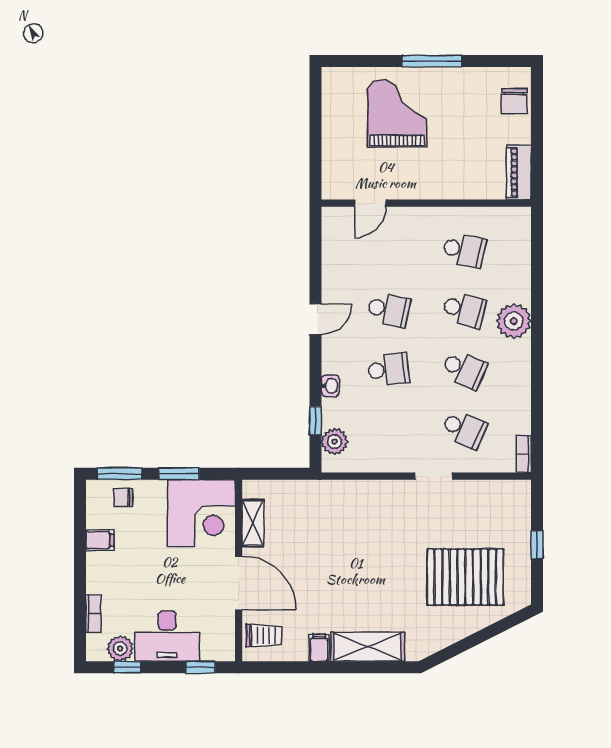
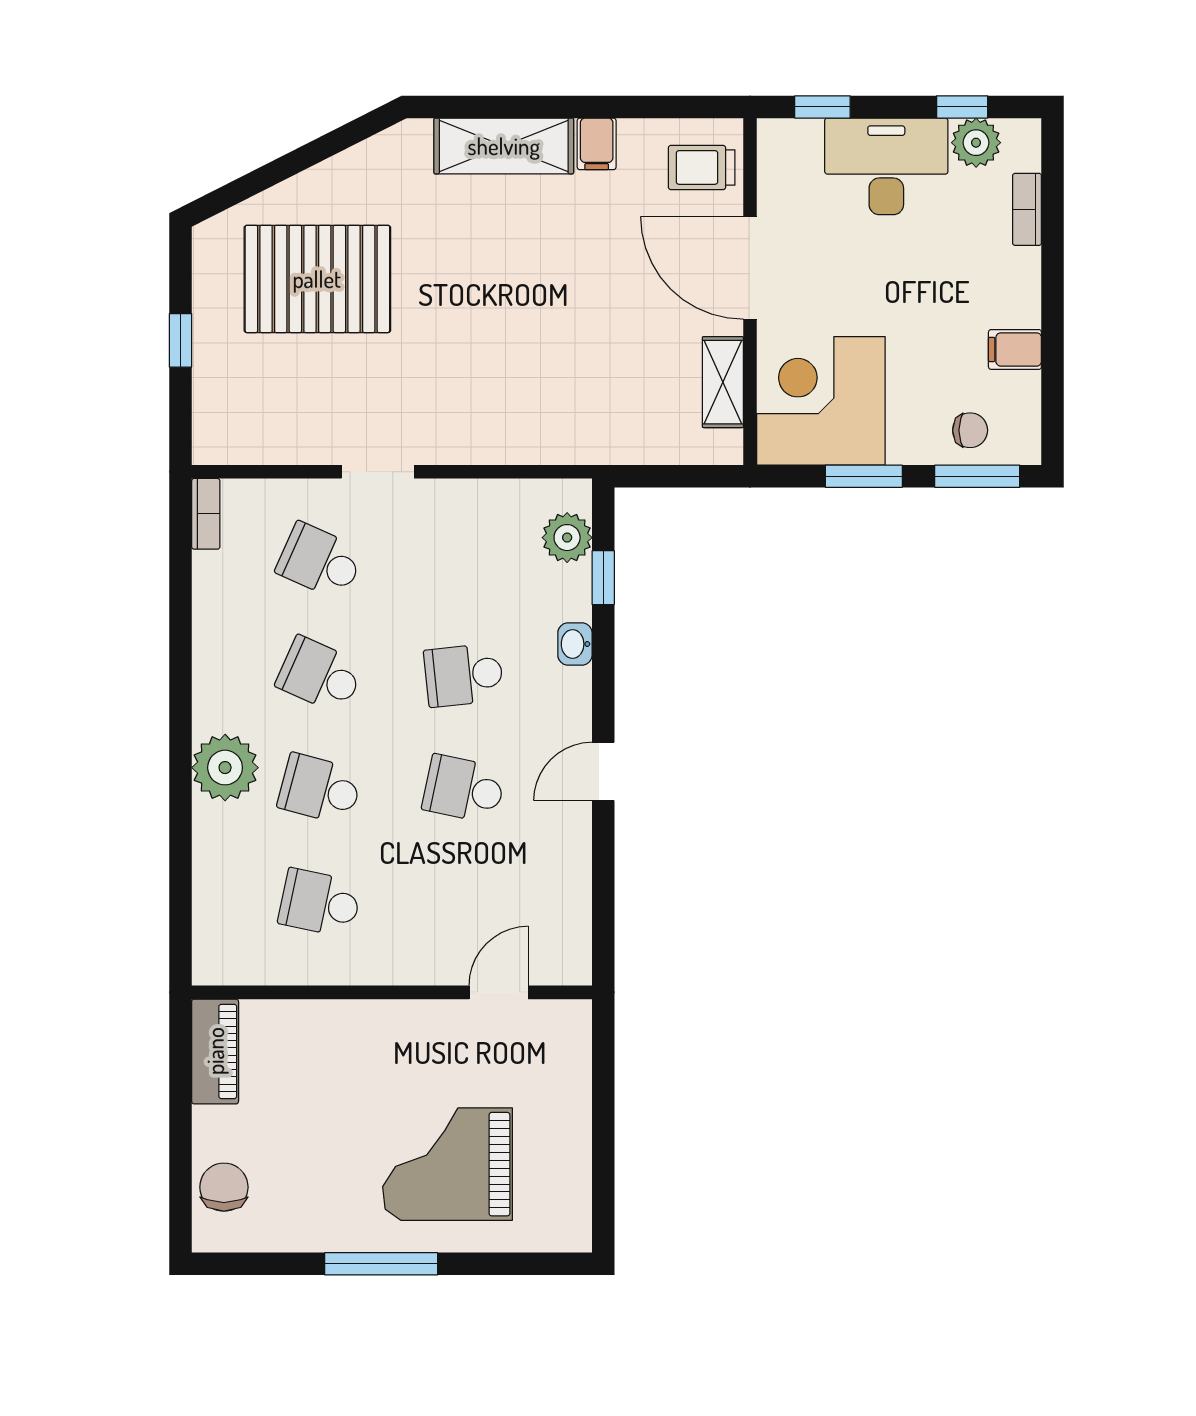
grand piano: (397, 113) -> (448, 1164), turned 90

